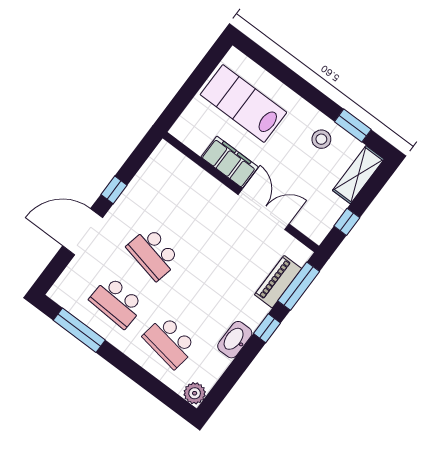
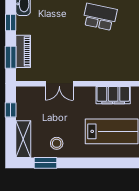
filing cabinet: (230, 162) -> (113, 95), moved
double door: (264, 209) -> (59, 84), width x0.73
window: (299, 286) -> (11, 57), width x0.69

